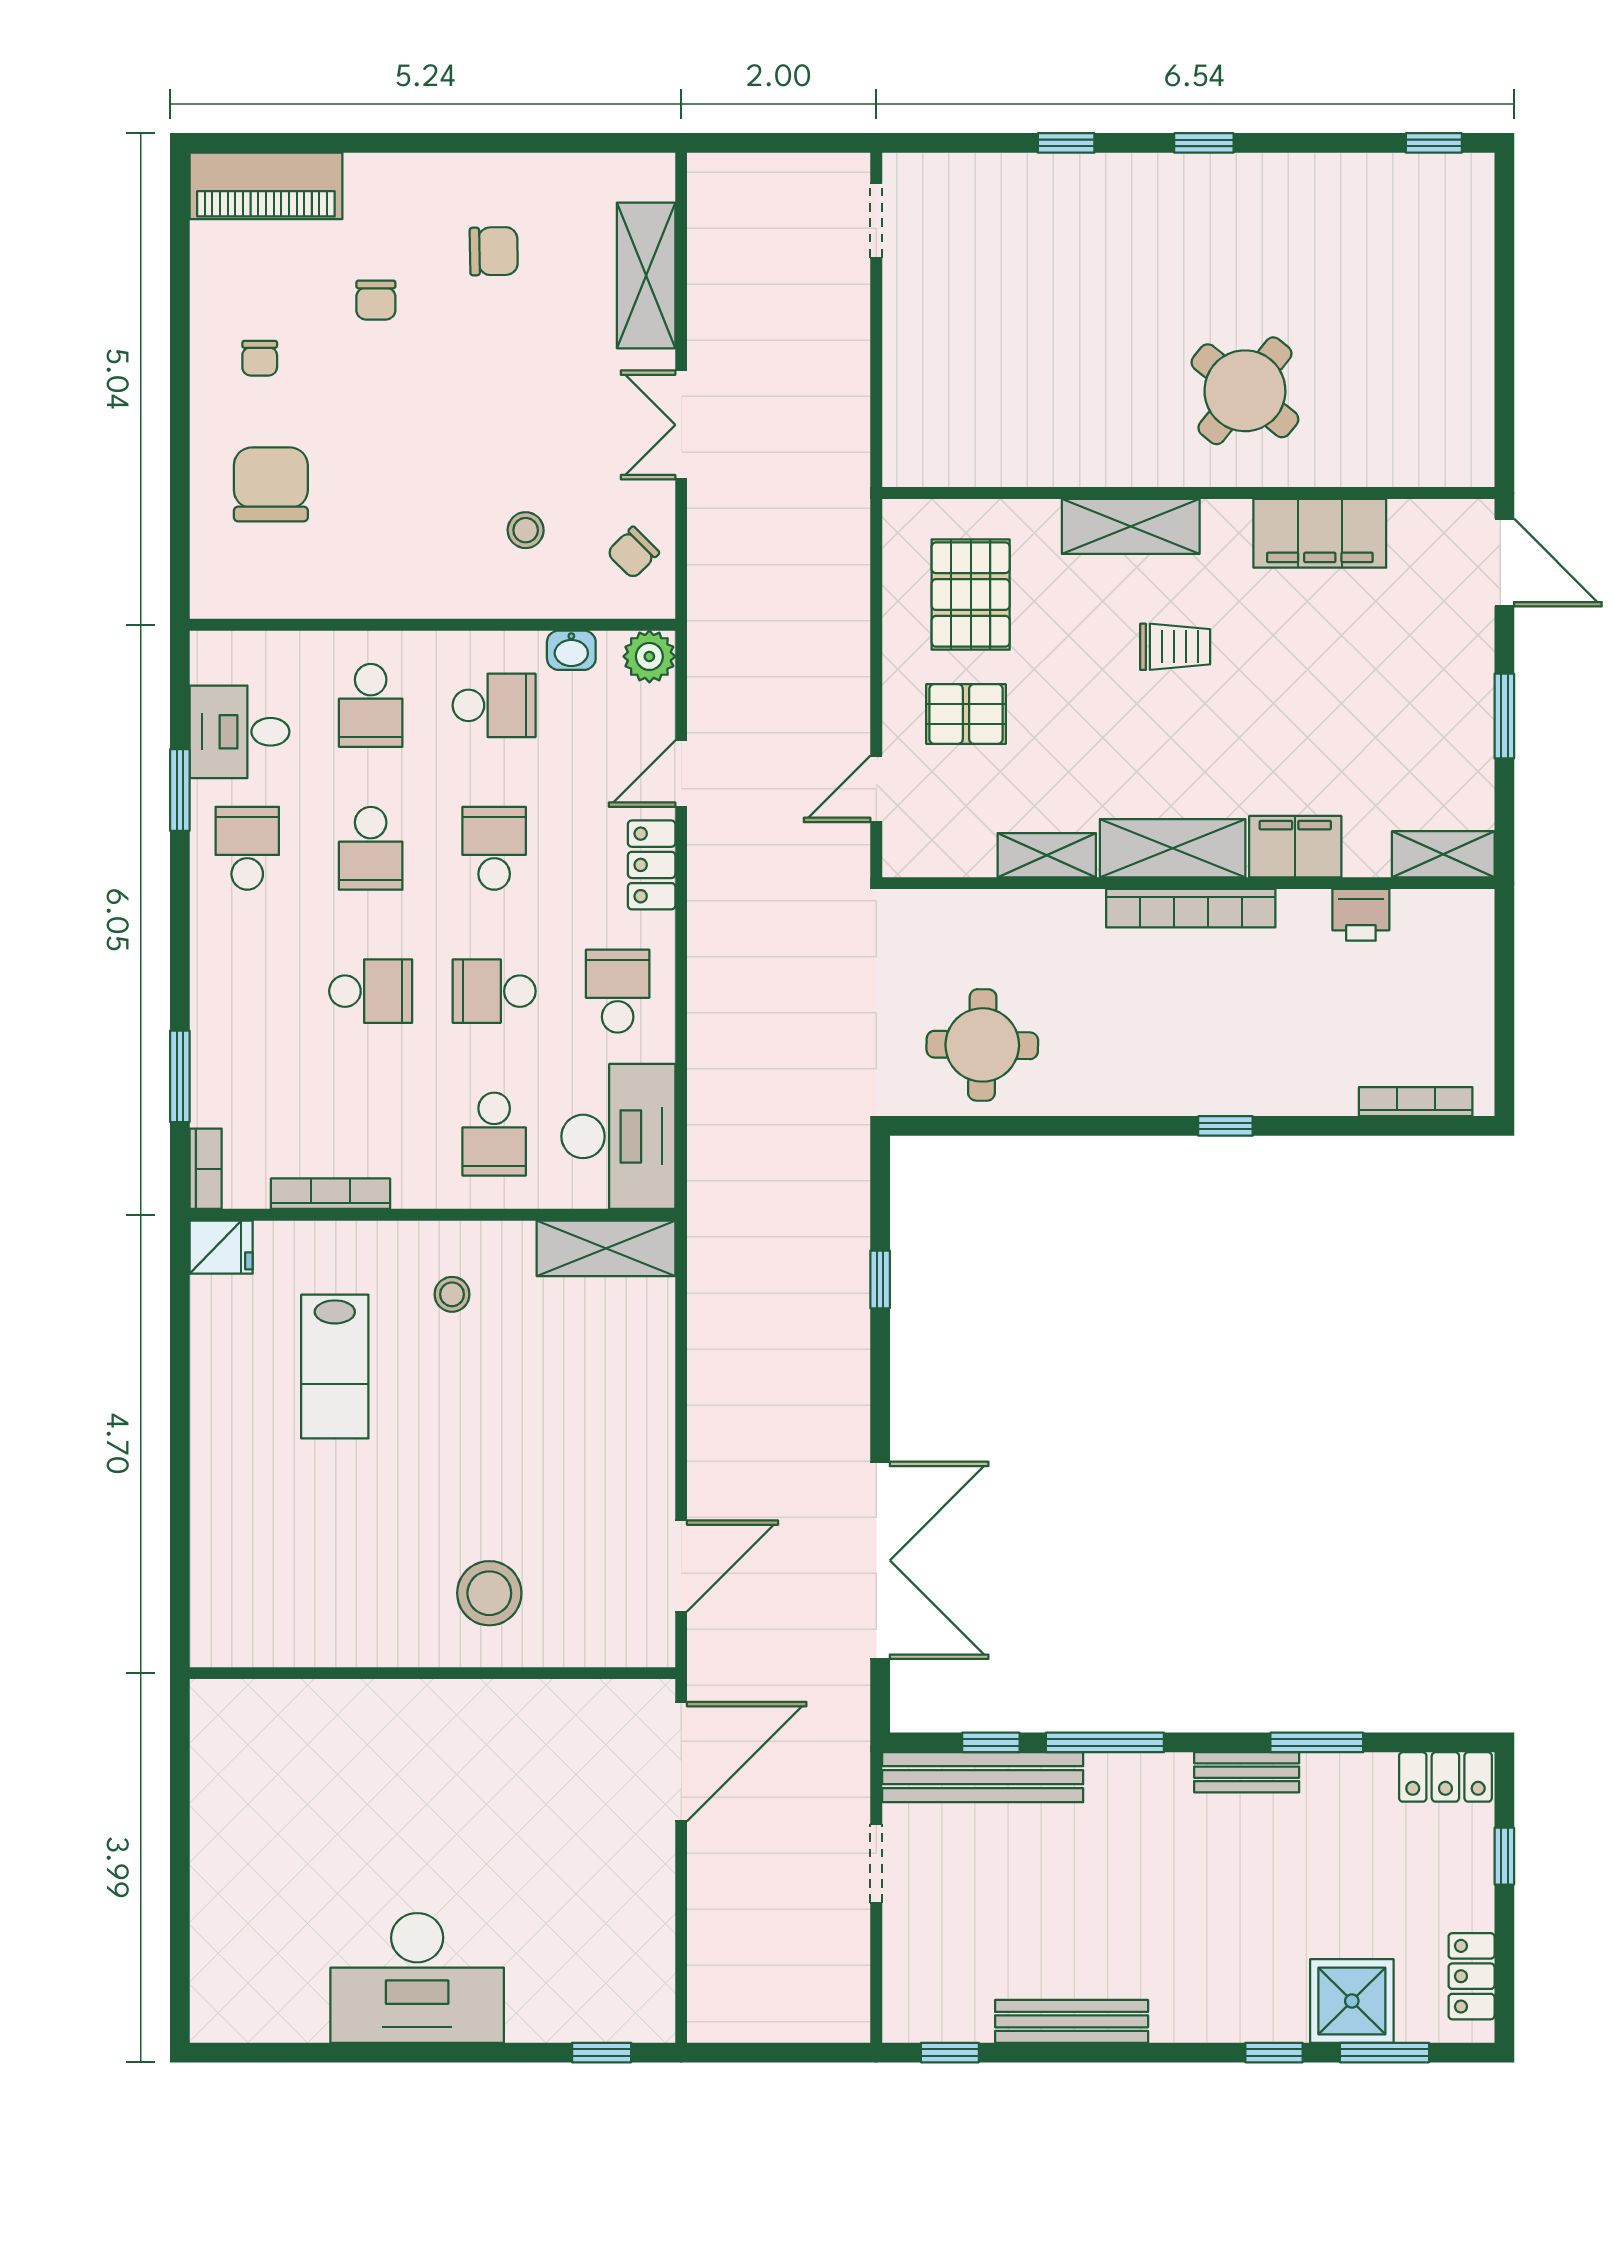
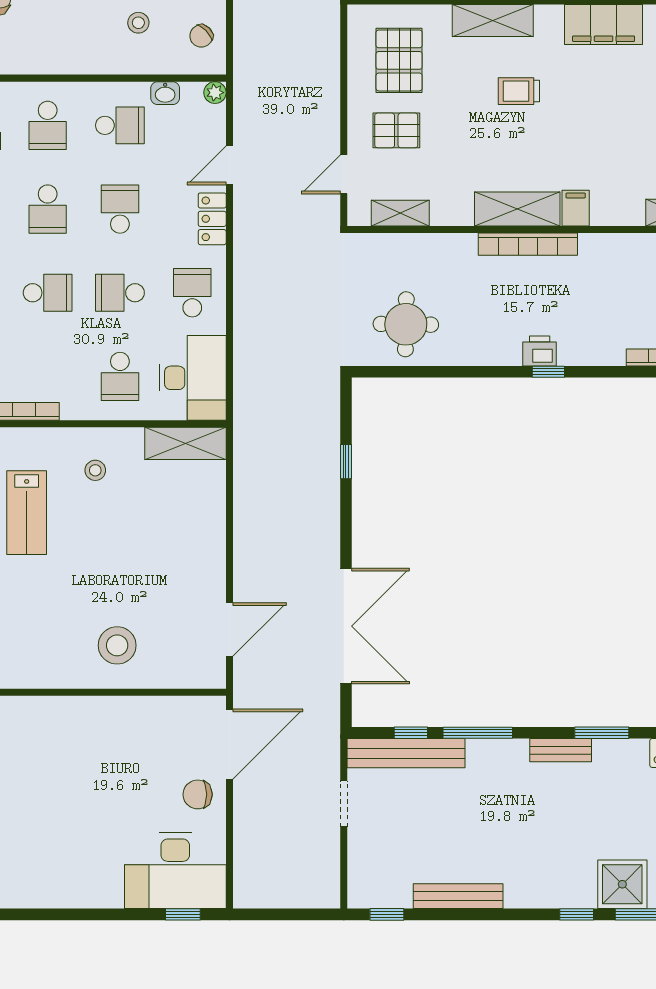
trolley: (1175, 647) -> (519, 91), turned 180
plant: (649, 656) -> (215, 93), width x0.73, depth x0.73
filing cabinet: (1295, 847) -> (576, 208), width x0.50
shelving: (1047, 855) -> (400, 213), moved
printer: (1361, 915) -> (540, 351), moved, turned 180
chair: (627, 1848) -> (198, 794), added
desk: (417, 1978) -> (175, 871), moved

